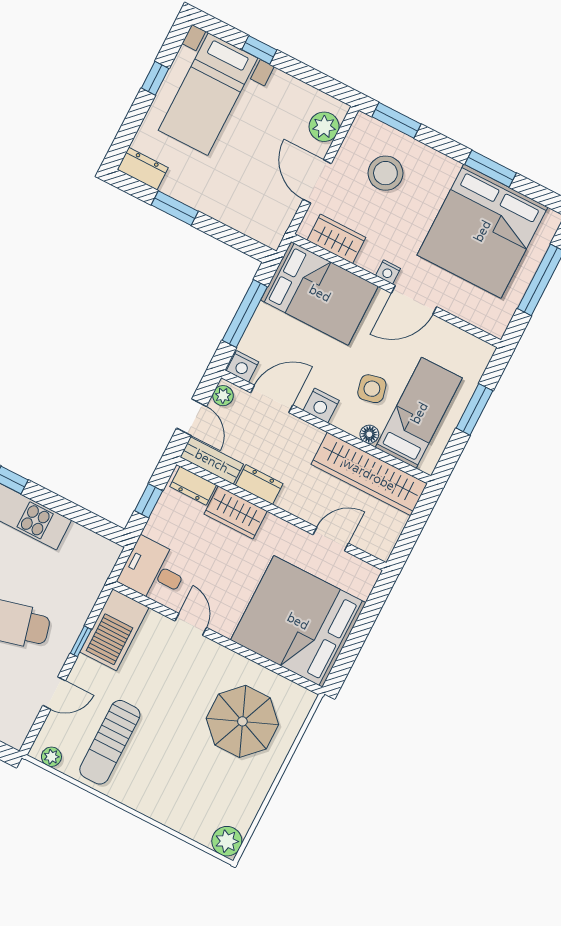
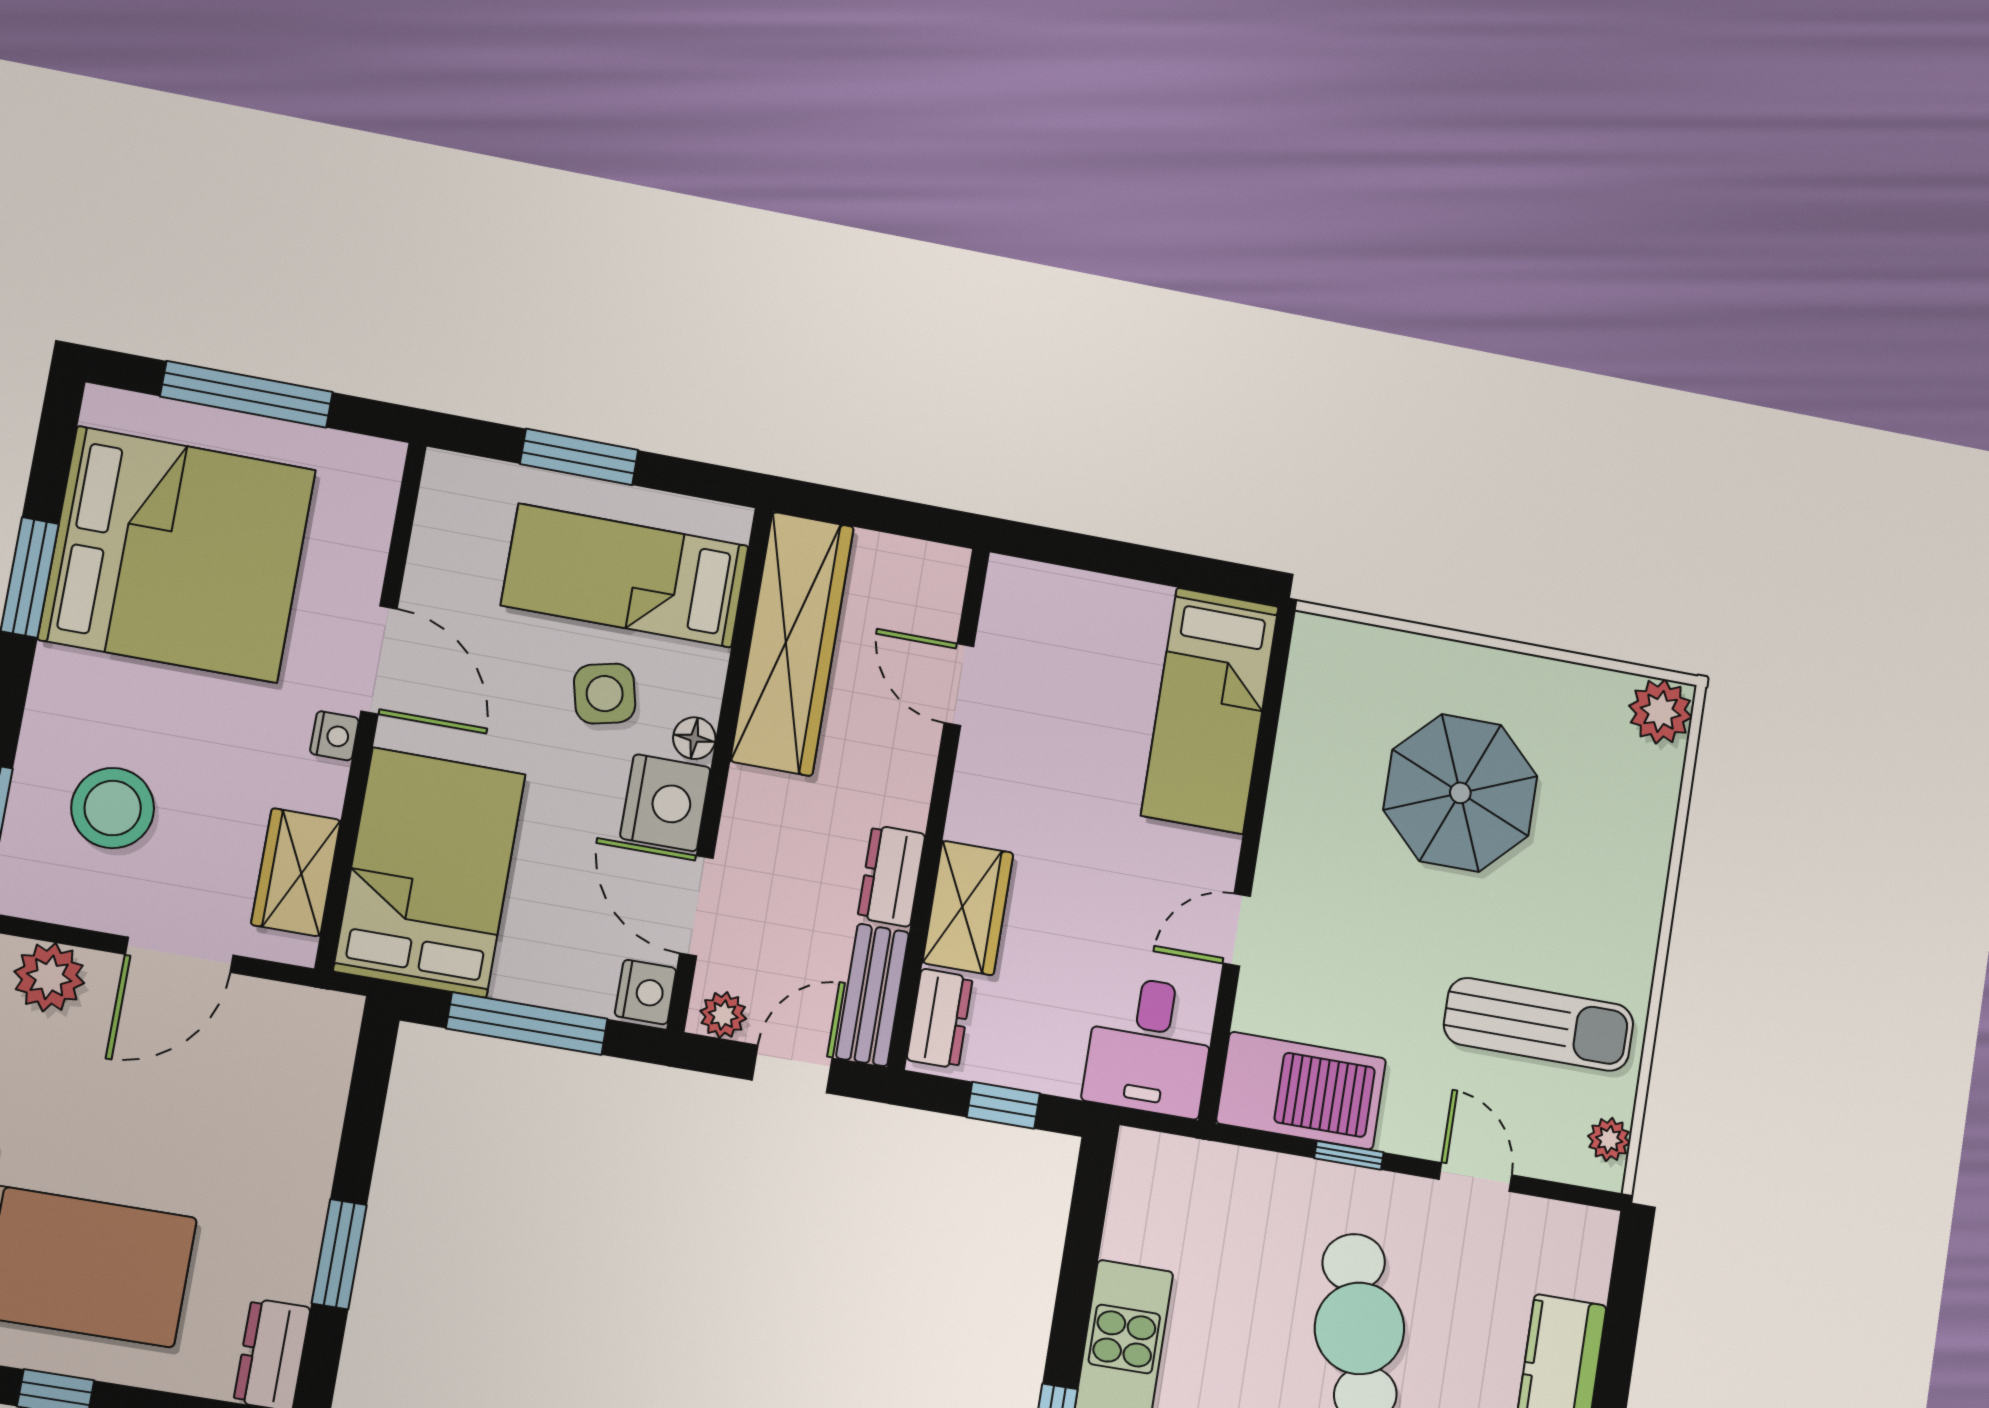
nightstand: (321, 405) -> (665, 803), width x1.36, depth x1.33
floor lamp: (369, 434) -> (694, 738), moved
bed: (298, 621) -> (1210, 711), width x0.49
parasol: (242, 721) -> (1460, 793), moved

